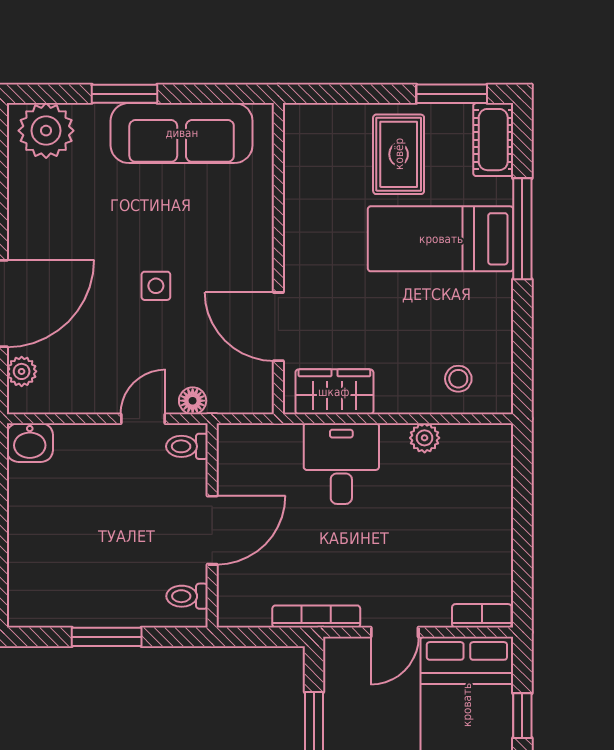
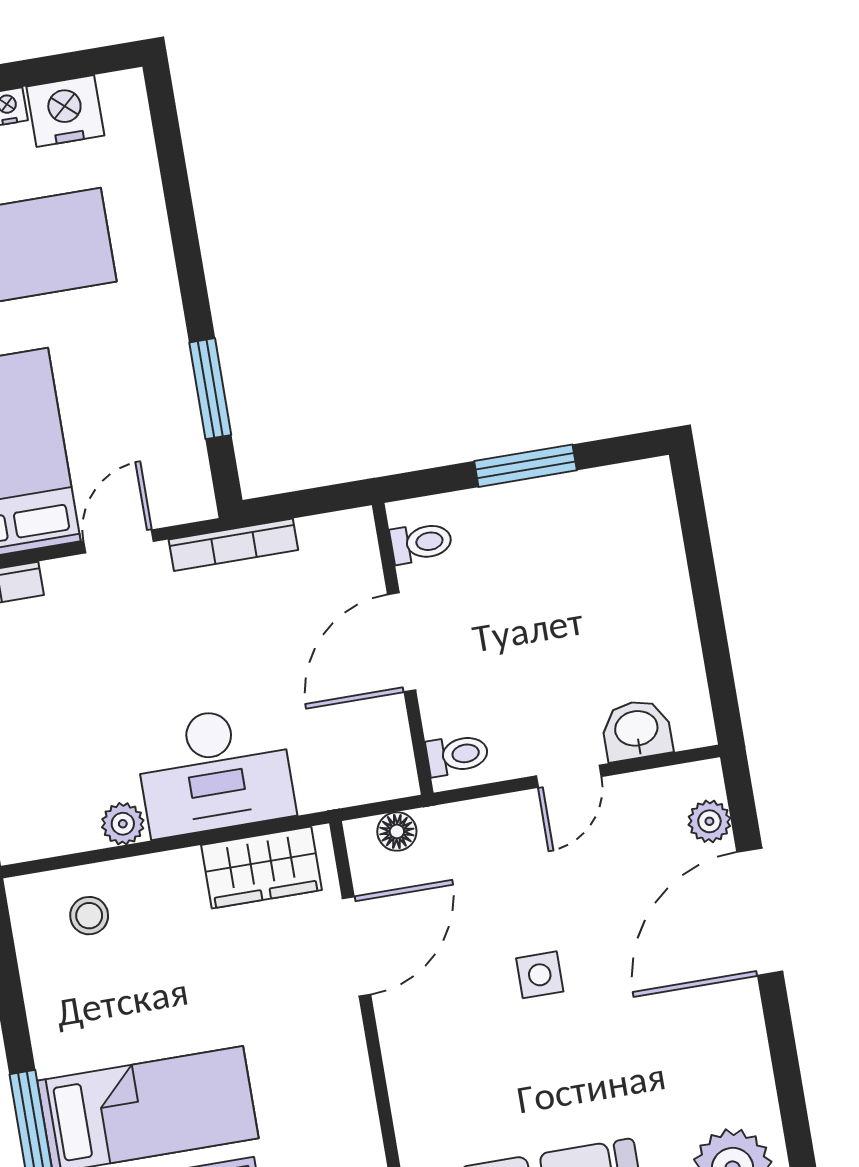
door: (278, 327) -> (357, 946), hinge flipped
floor lamp: (193, 401) -> (397, 831), moved
door: (143, 419) -> (569, 776), moved
washbasin: (30, 443) -> (637, 730), moved
desk: (341, 464) -> (215, 771), width x1.37

